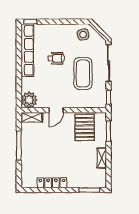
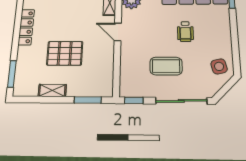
coffee table: (83, 73) -> (166, 66), width x0.73, depth x0.76
pallet: (85, 127) -> (65, 53), moved

